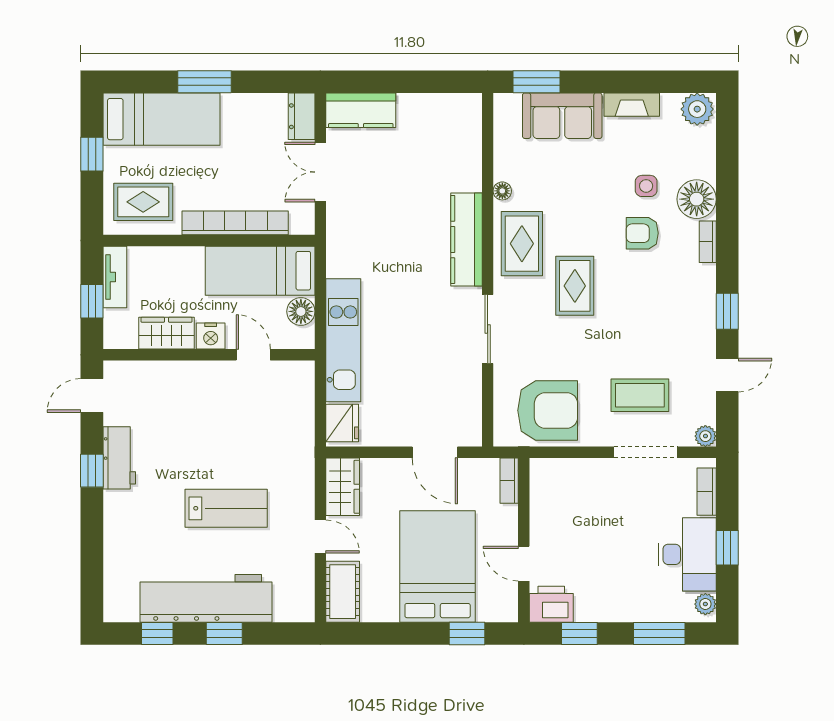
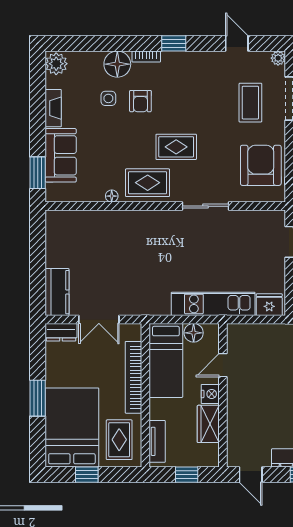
bed: (161, 119) -> (72, 427), width x1.50
kitchen counter: (466, 239) -> (145, 220), removed
tv unit: (115, 277) -> (157, 441), moved, turned 90
window: (727, 311) -> (174, 43), moved

